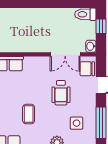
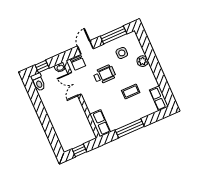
double door: (65, 54) -> (75, 84), swing flipped

